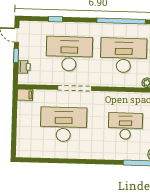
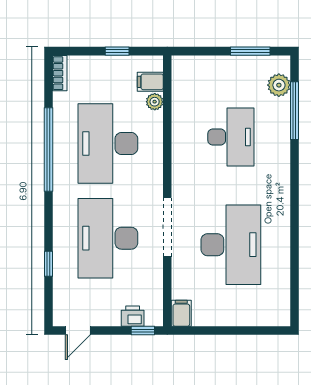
window: (16, 56) -> (143, 331), moved
desk: (64, 124) -> (231, 245), turned 180
desk: (125, 126) -> (231, 137), turned 180

